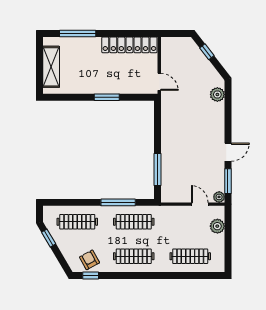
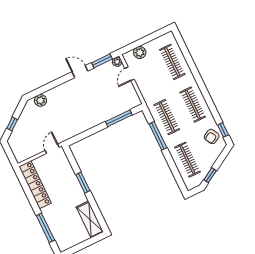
shelving: (51, 67) -> (90, 220), moved, turned 90

